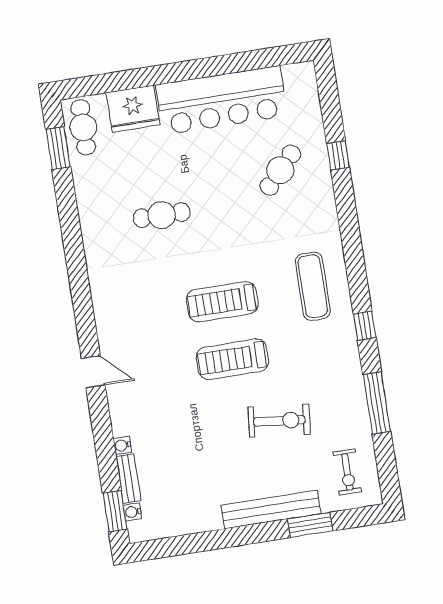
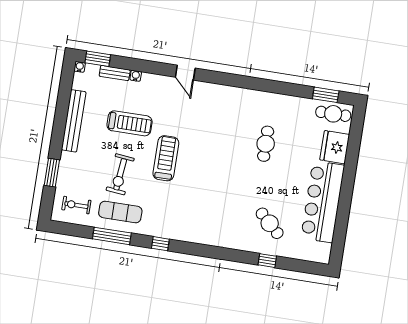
exercise mat: (313, 286) -> (120, 212), moved
treadmill: (222, 302) -> (130, 123), moved, turned 90
door: (93, 372) -> (185, 73), hinge flipped
bench: (271, 509) -> (74, 121), moved
water cooler: (133, 512) -> (80, 67), moved

